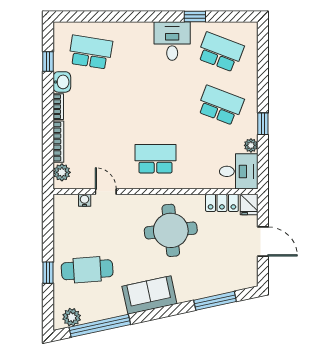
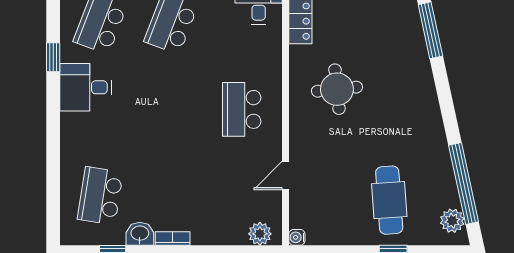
bookcase: (58, 142) -> (219, 238), removed
water cooler: (85, 200) -> (297, 237), moved
round table: (171, 230) -> (337, 89), width x0.73, depth x0.73
sofa: (149, 295) -> (423, 117), removed

